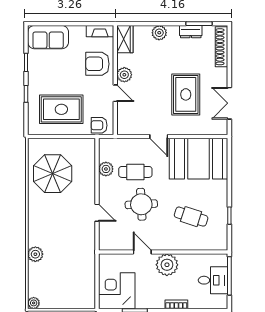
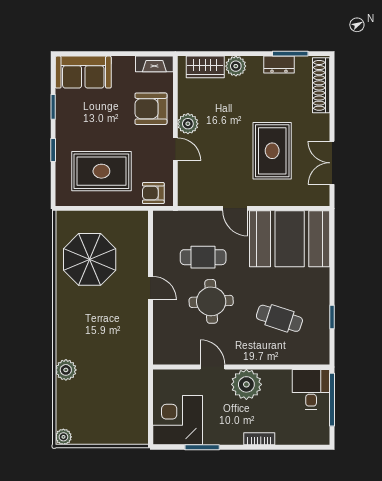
wardrobe: (125, 39) -> (205, 67), moved, turned 90
plant: (106, 169) -> (163, 253), removed
door: (97, 213) -> (150, 288), moved
desk: (213, 280) -> (311, 389), moved, turned -90

